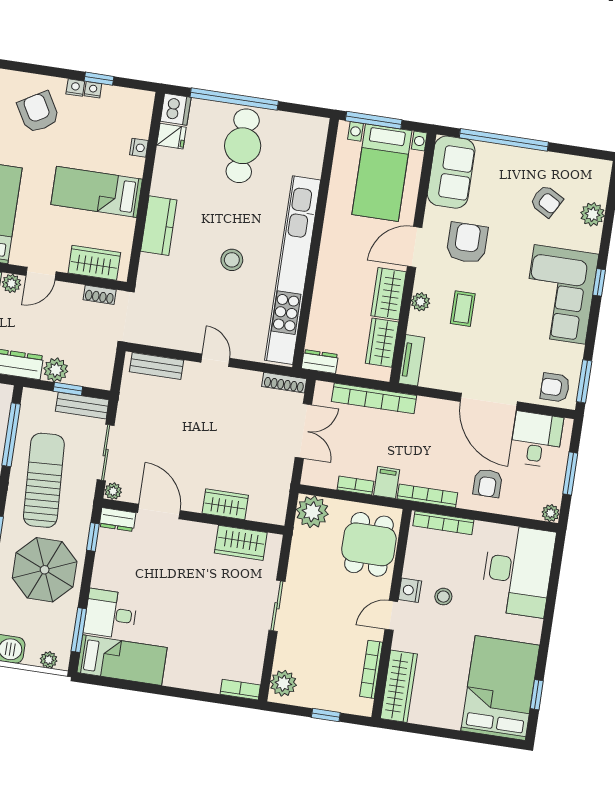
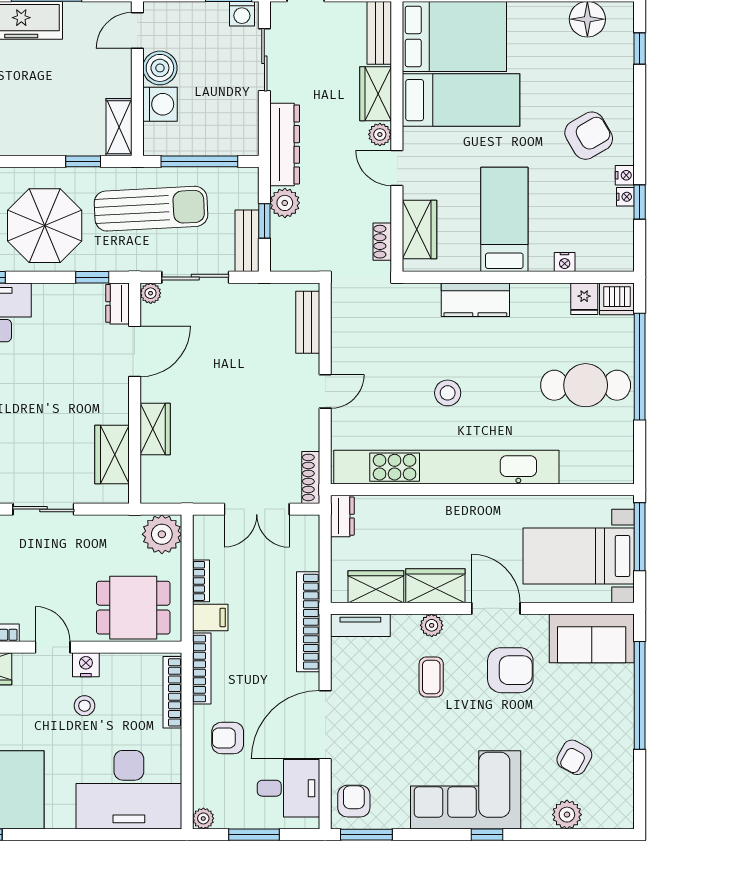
coffee table: (463, 309) -> (431, 677), turned 90
bookcase: (374, 398) -> (308, 622), moved

